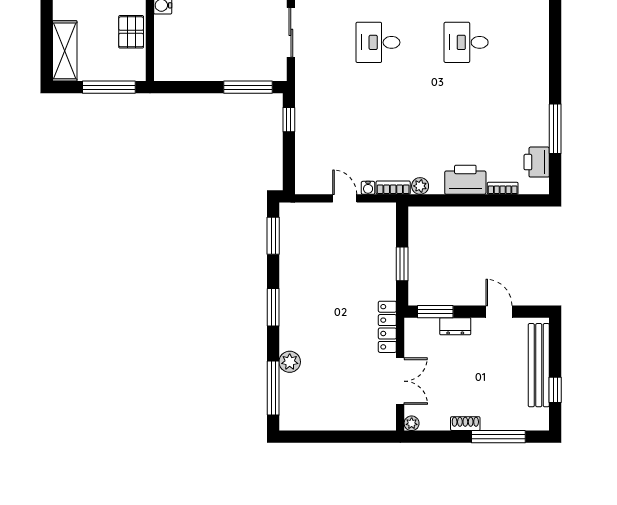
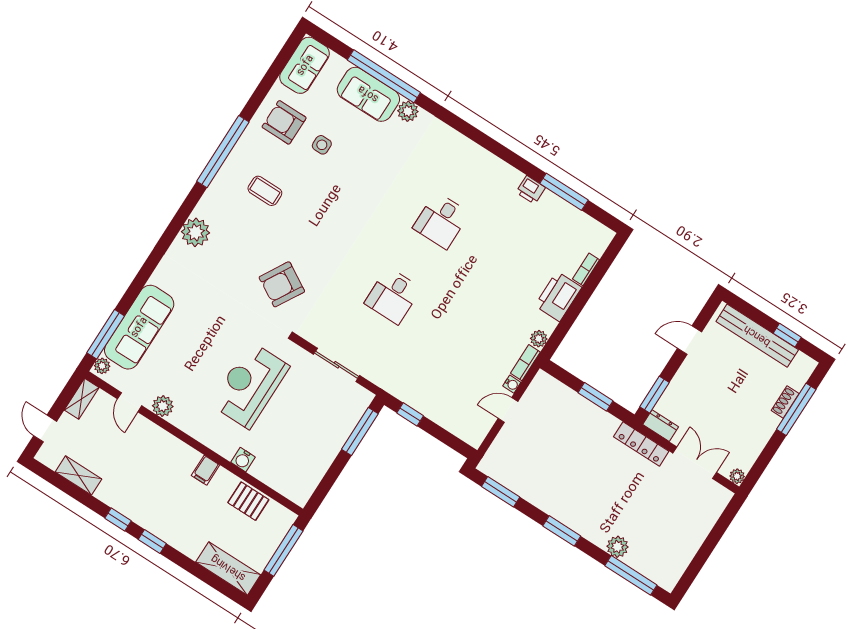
printer: (537, 162) -> (531, 190), moved, width x0.73, depth x0.81
dresser: (455, 326) -> (661, 426), moved, turned -90
shoe rack: (465, 424) -> (785, 402), moved

